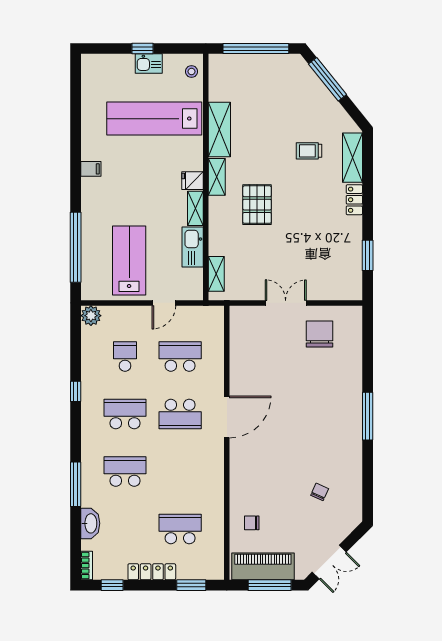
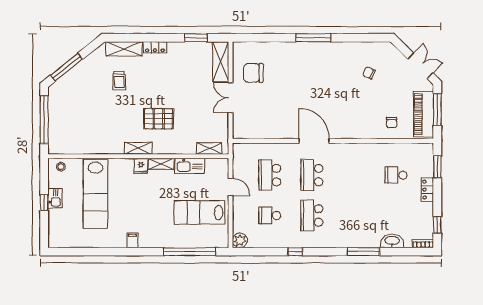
shelving: (219, 129) -> (221, 62), moved, turned 90
school desk: (180, 414) -> (312, 175), turned 180
school desk: (125, 471) -> (354, 215), removed
school desk: (180, 529) -> (396, 175), width x0.54
locker: (152, 572) -> (427, 190), width x0.66

